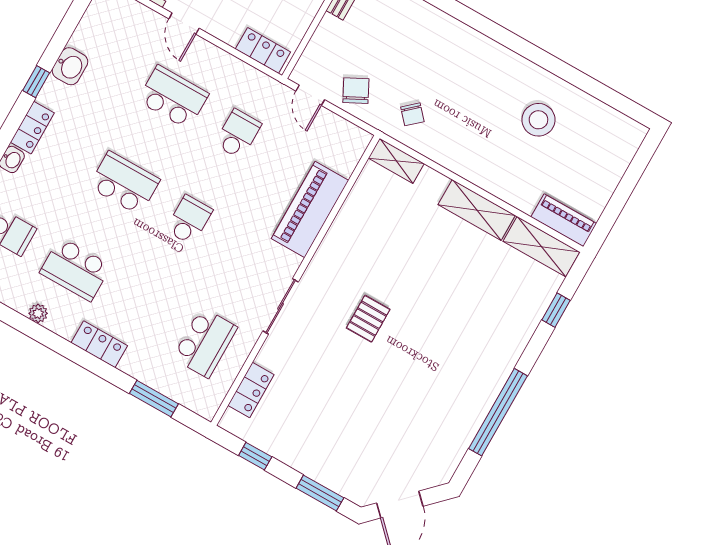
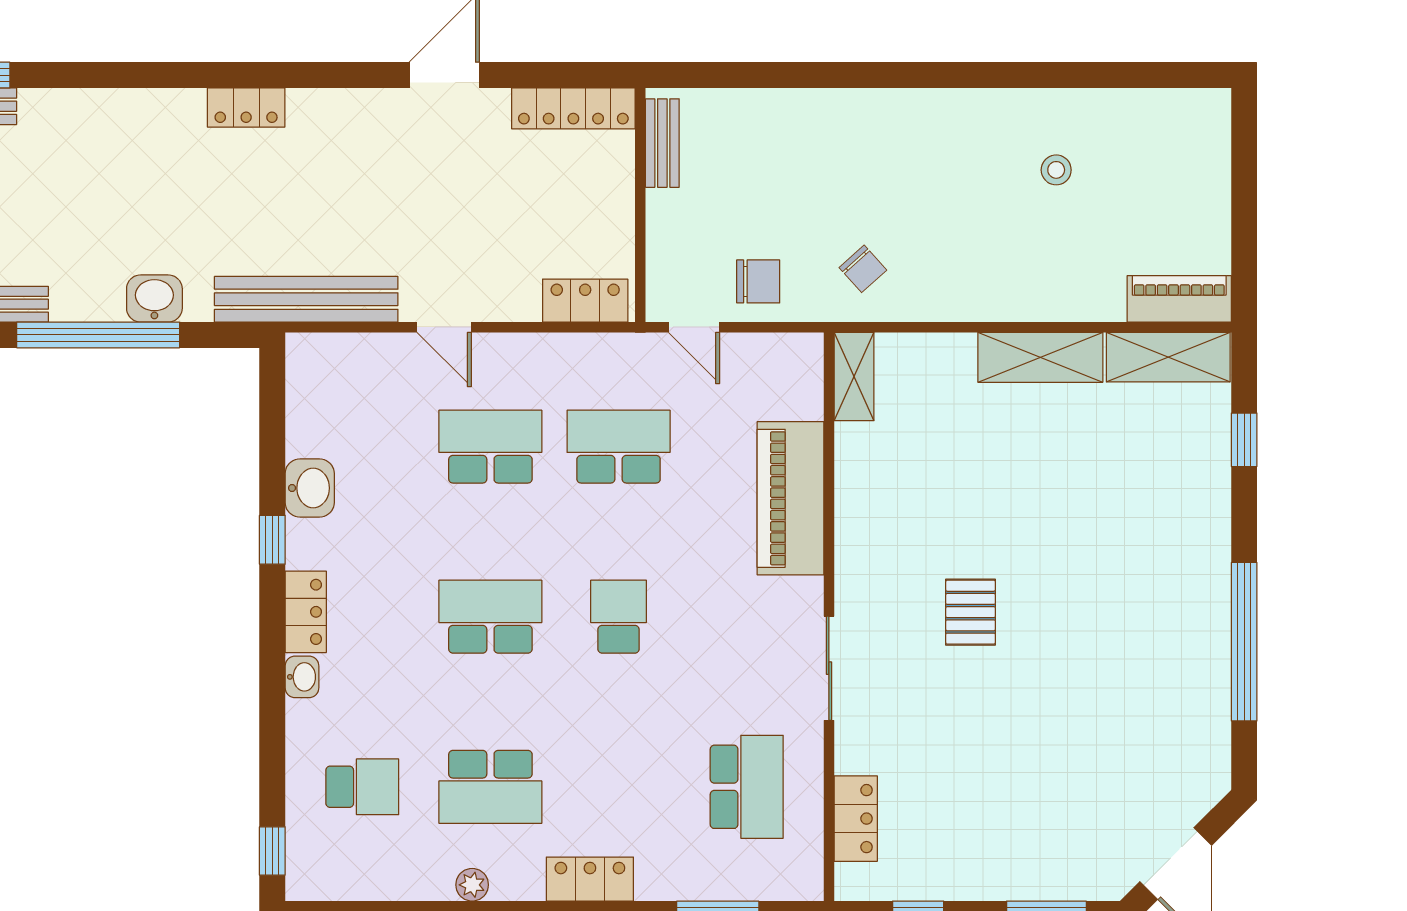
chair: (356, 91) -> (758, 281), turned 117
stool: (538, 120) -> (1056, 170), width x0.53, depth x0.53
school desk: (238, 134) -> (619, 447), width x1.85
shelving: (396, 161) -> (854, 377), moved, turned 90

